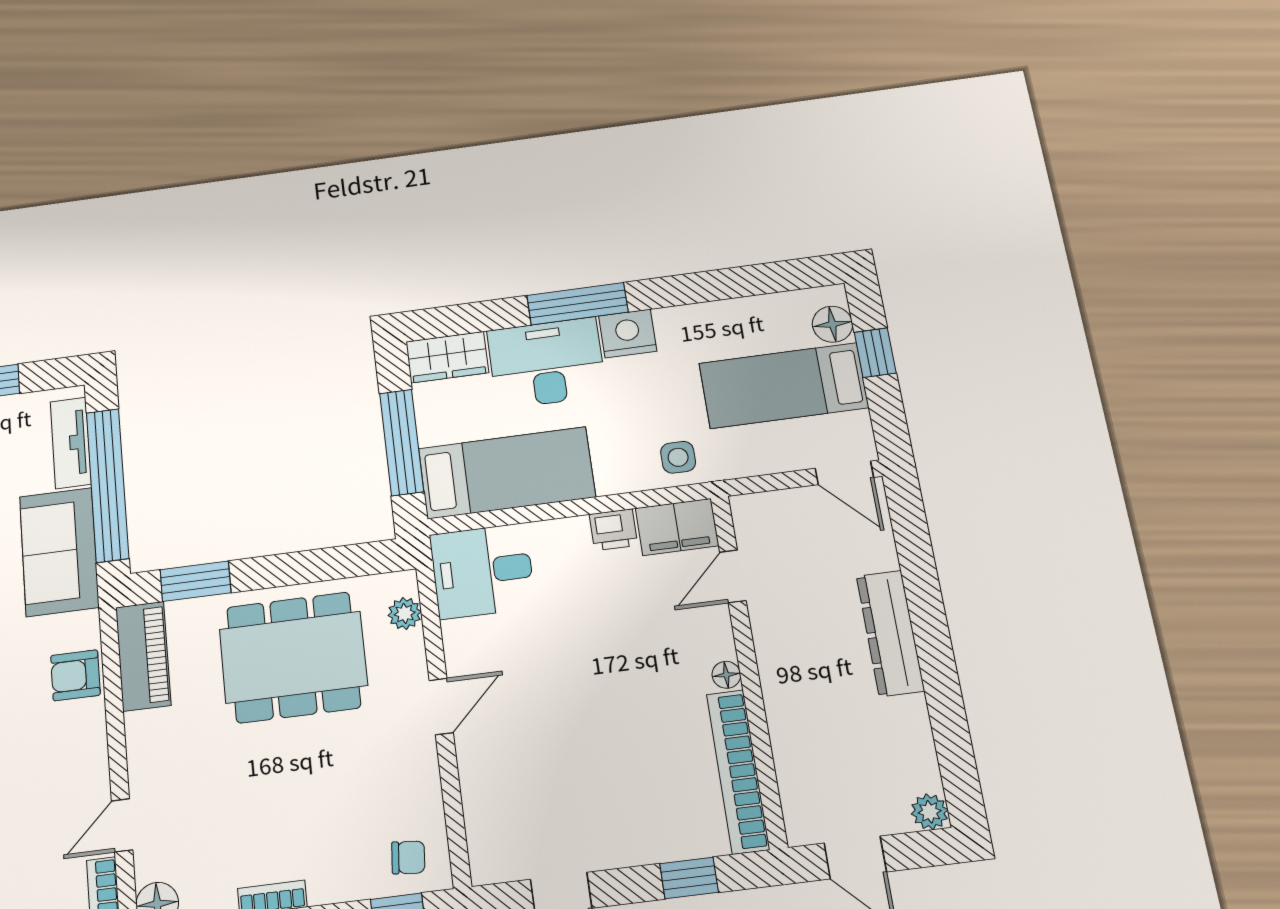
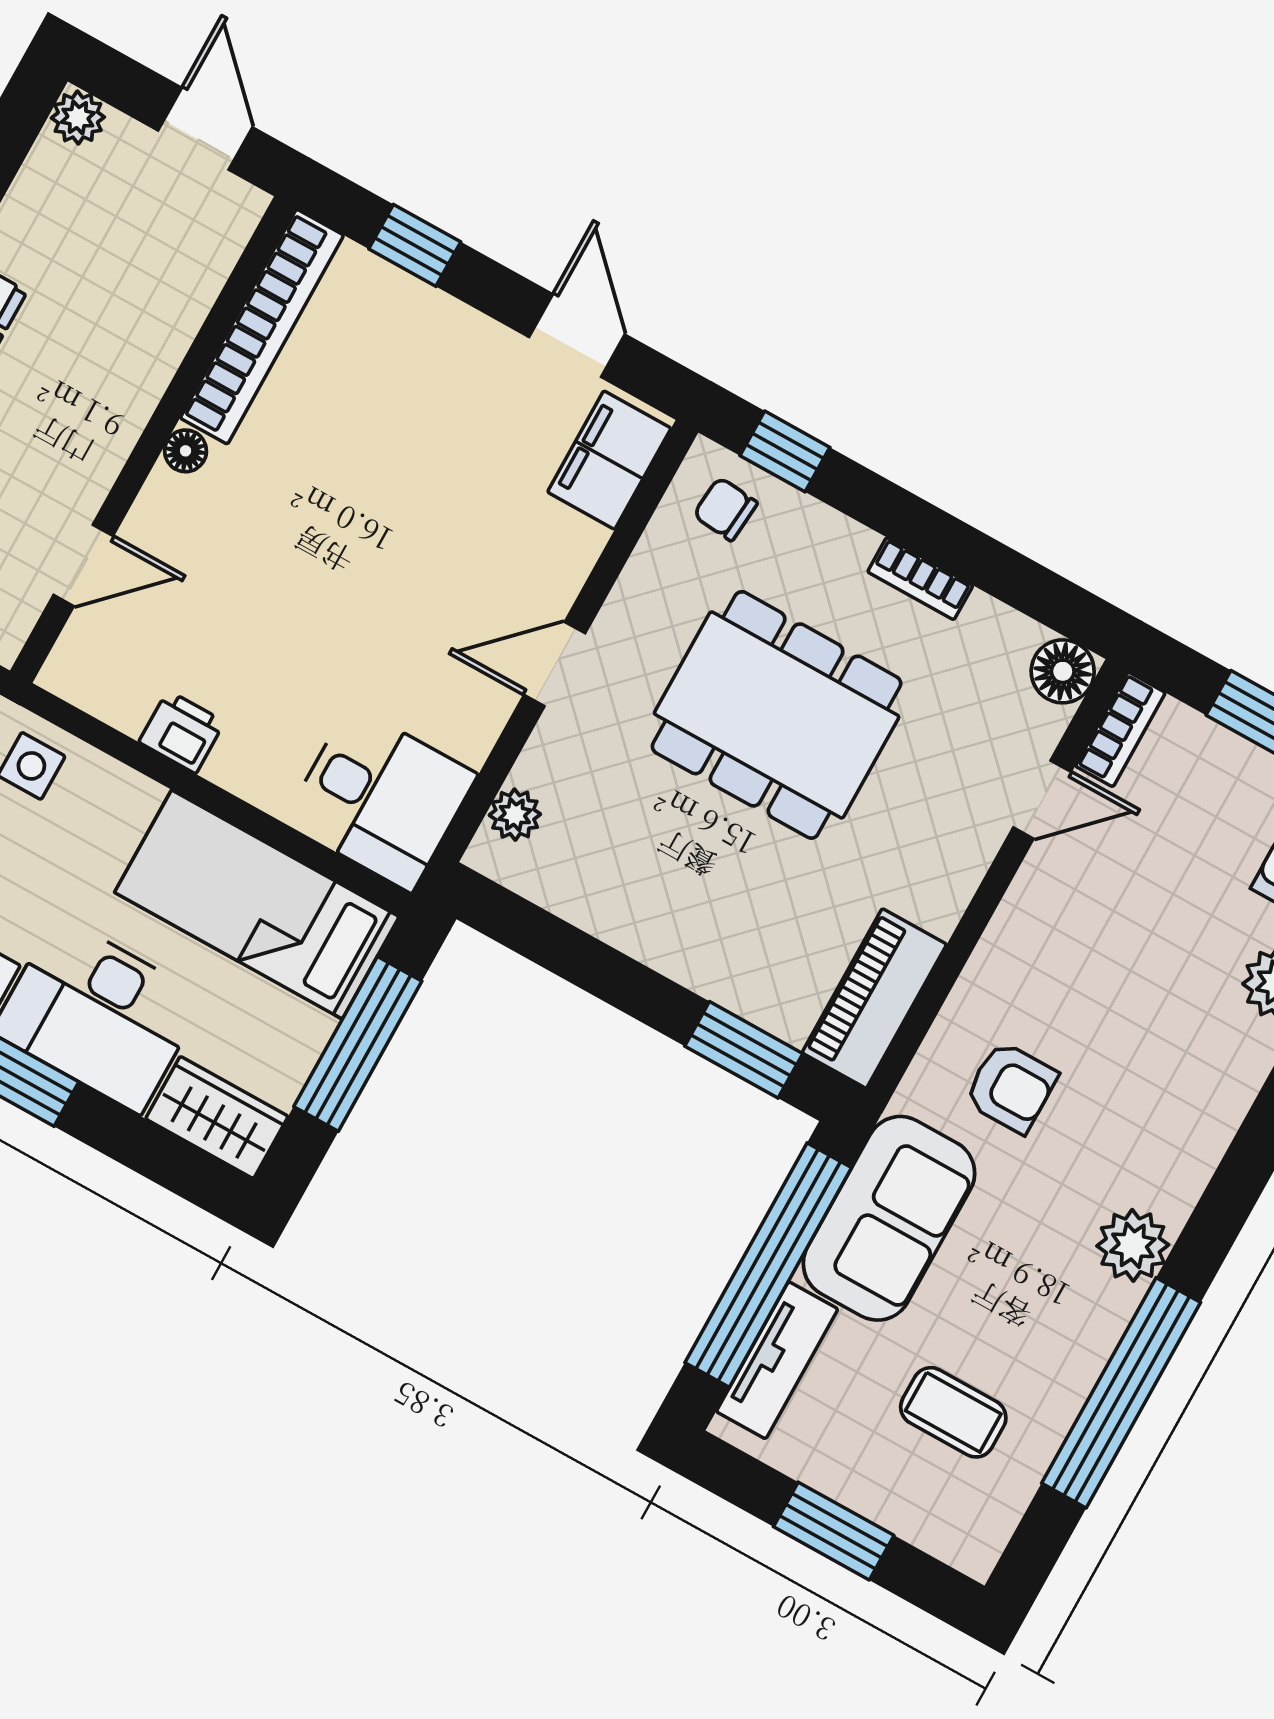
filing cabinet: (677, 527) -> (609, 460), moved, turned -90
dining table: (293, 657) -> (777, 715), moved
armchair: (75, 675) -> (1011, 1087), moved

